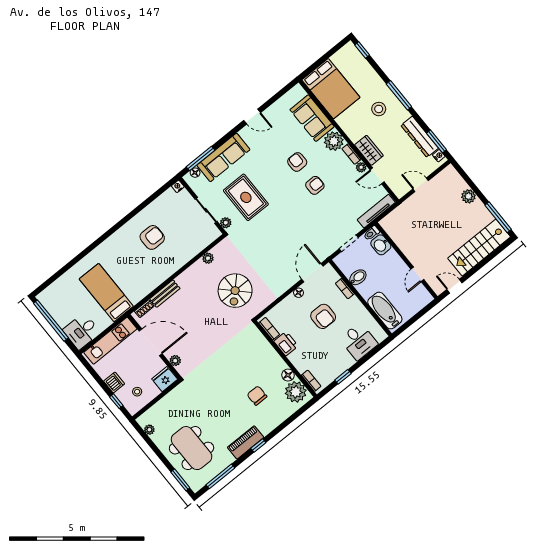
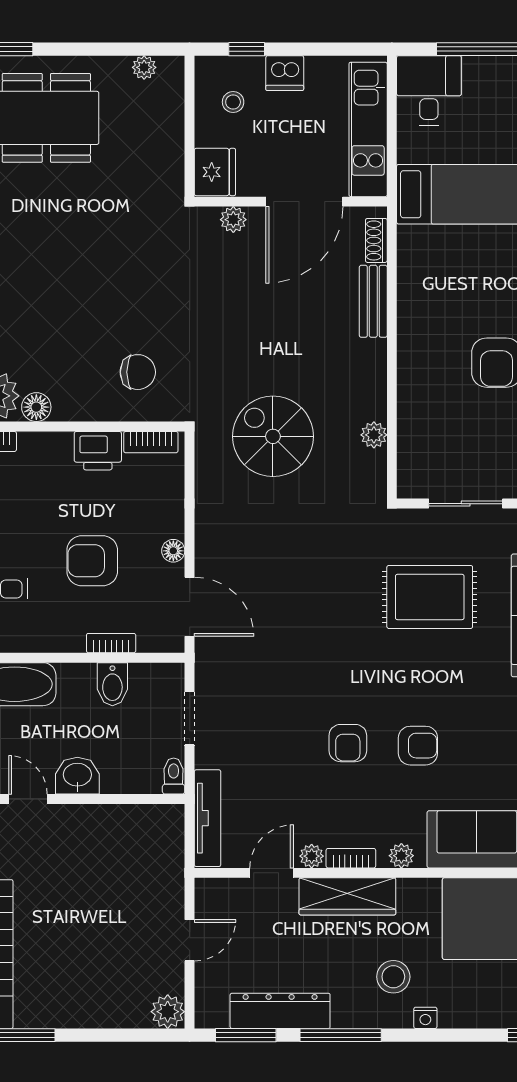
window: (399, 95) -> (341, 1035), moved
plant: (334, 141) -> (401, 856), width x0.53, depth x0.53
wardrobe: (369, 150) -> (347, 896), width x1.50
nightstand: (439, 156) -> (425, 1018), moved
plant: (468, 196) -> (168, 1012), moved
plant: (226, 223) -> (413, 521), removed
washbasin: (381, 245) -> (77, 776), moved
chair: (257, 396) -> (138, 372), moved

